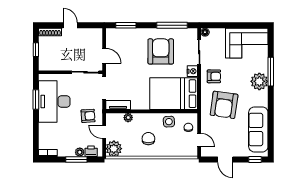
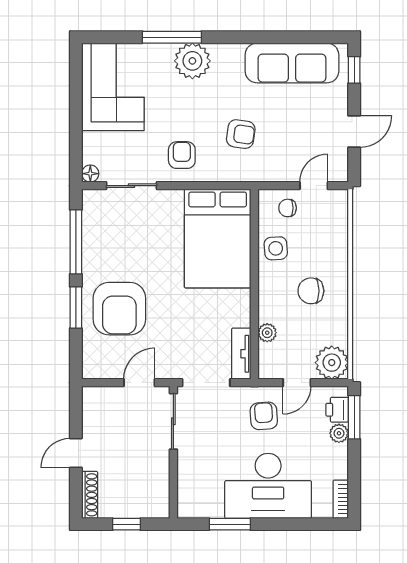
window: (126, 25) -> (76, 307), moved
armchair: (161, 51) -> (119, 309), moved, turned -90
nightstand: (192, 71) -> (171, 199), removed
desk: (54, 102) -> (268, 486), moved
armchair: (224, 105) -> (241, 134), width x0.53, depth x0.53
window: (76, 159) -> (354, 417), moved

